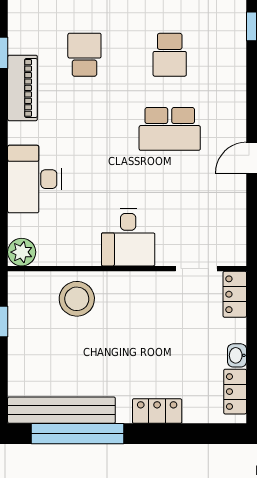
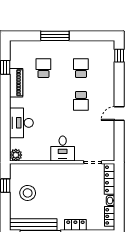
school desk: (170, 55) -> (81, 68), turned 180
school desk: (170, 129) -> (81, 101), width x0.54
locker: (235, 294) -> (110, 179), width x1.53
stool: (77, 299) -> (28, 193), moved

